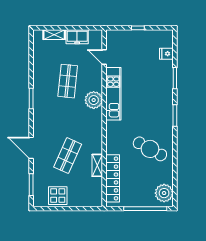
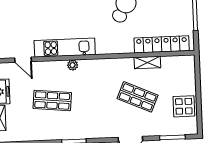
door: (104, 57) -> (23, 60), hinge flipped
plant: (94, 100) -> (73, 65), width x0.53, depth x0.53

